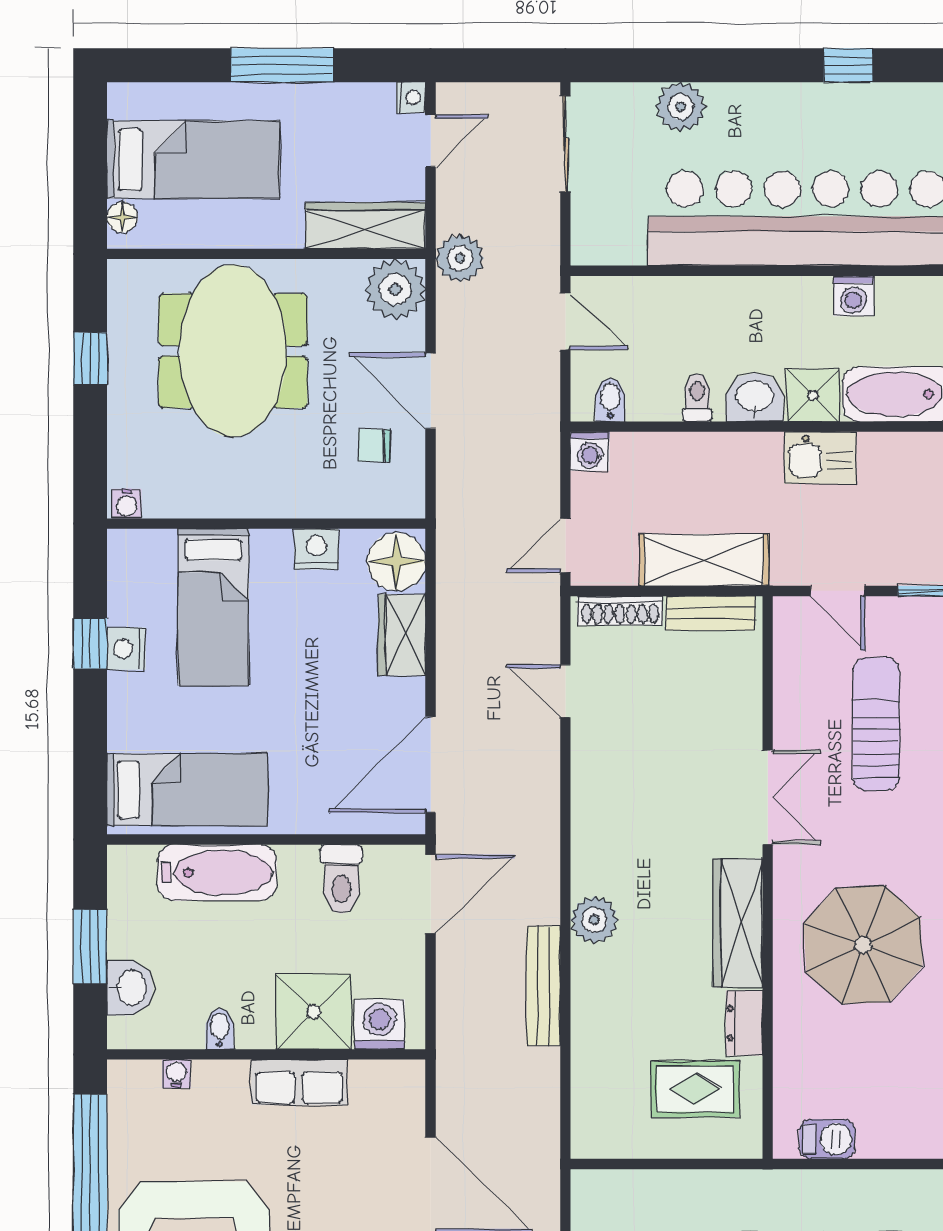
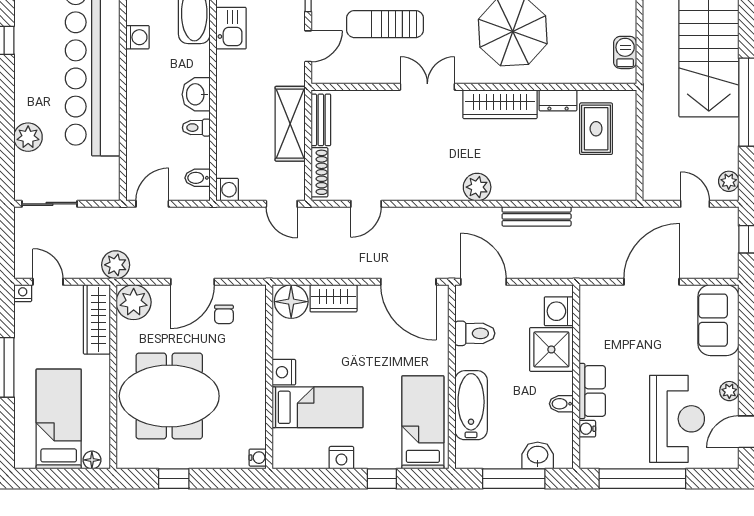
shower: (813, 395) -> (195, 61), removed
kitchen sink: (820, 458) -> (231, 28), moved
nightstand: (316, 549) -> (284, 372), moved
window: (90, 643) -> (382, 479), moved
plant: (594, 920) -> (477, 187), moved
window: (90, 947) -> (514, 479), width x1.44
row of seats: (299, 1082) -> (592, 391), moved

